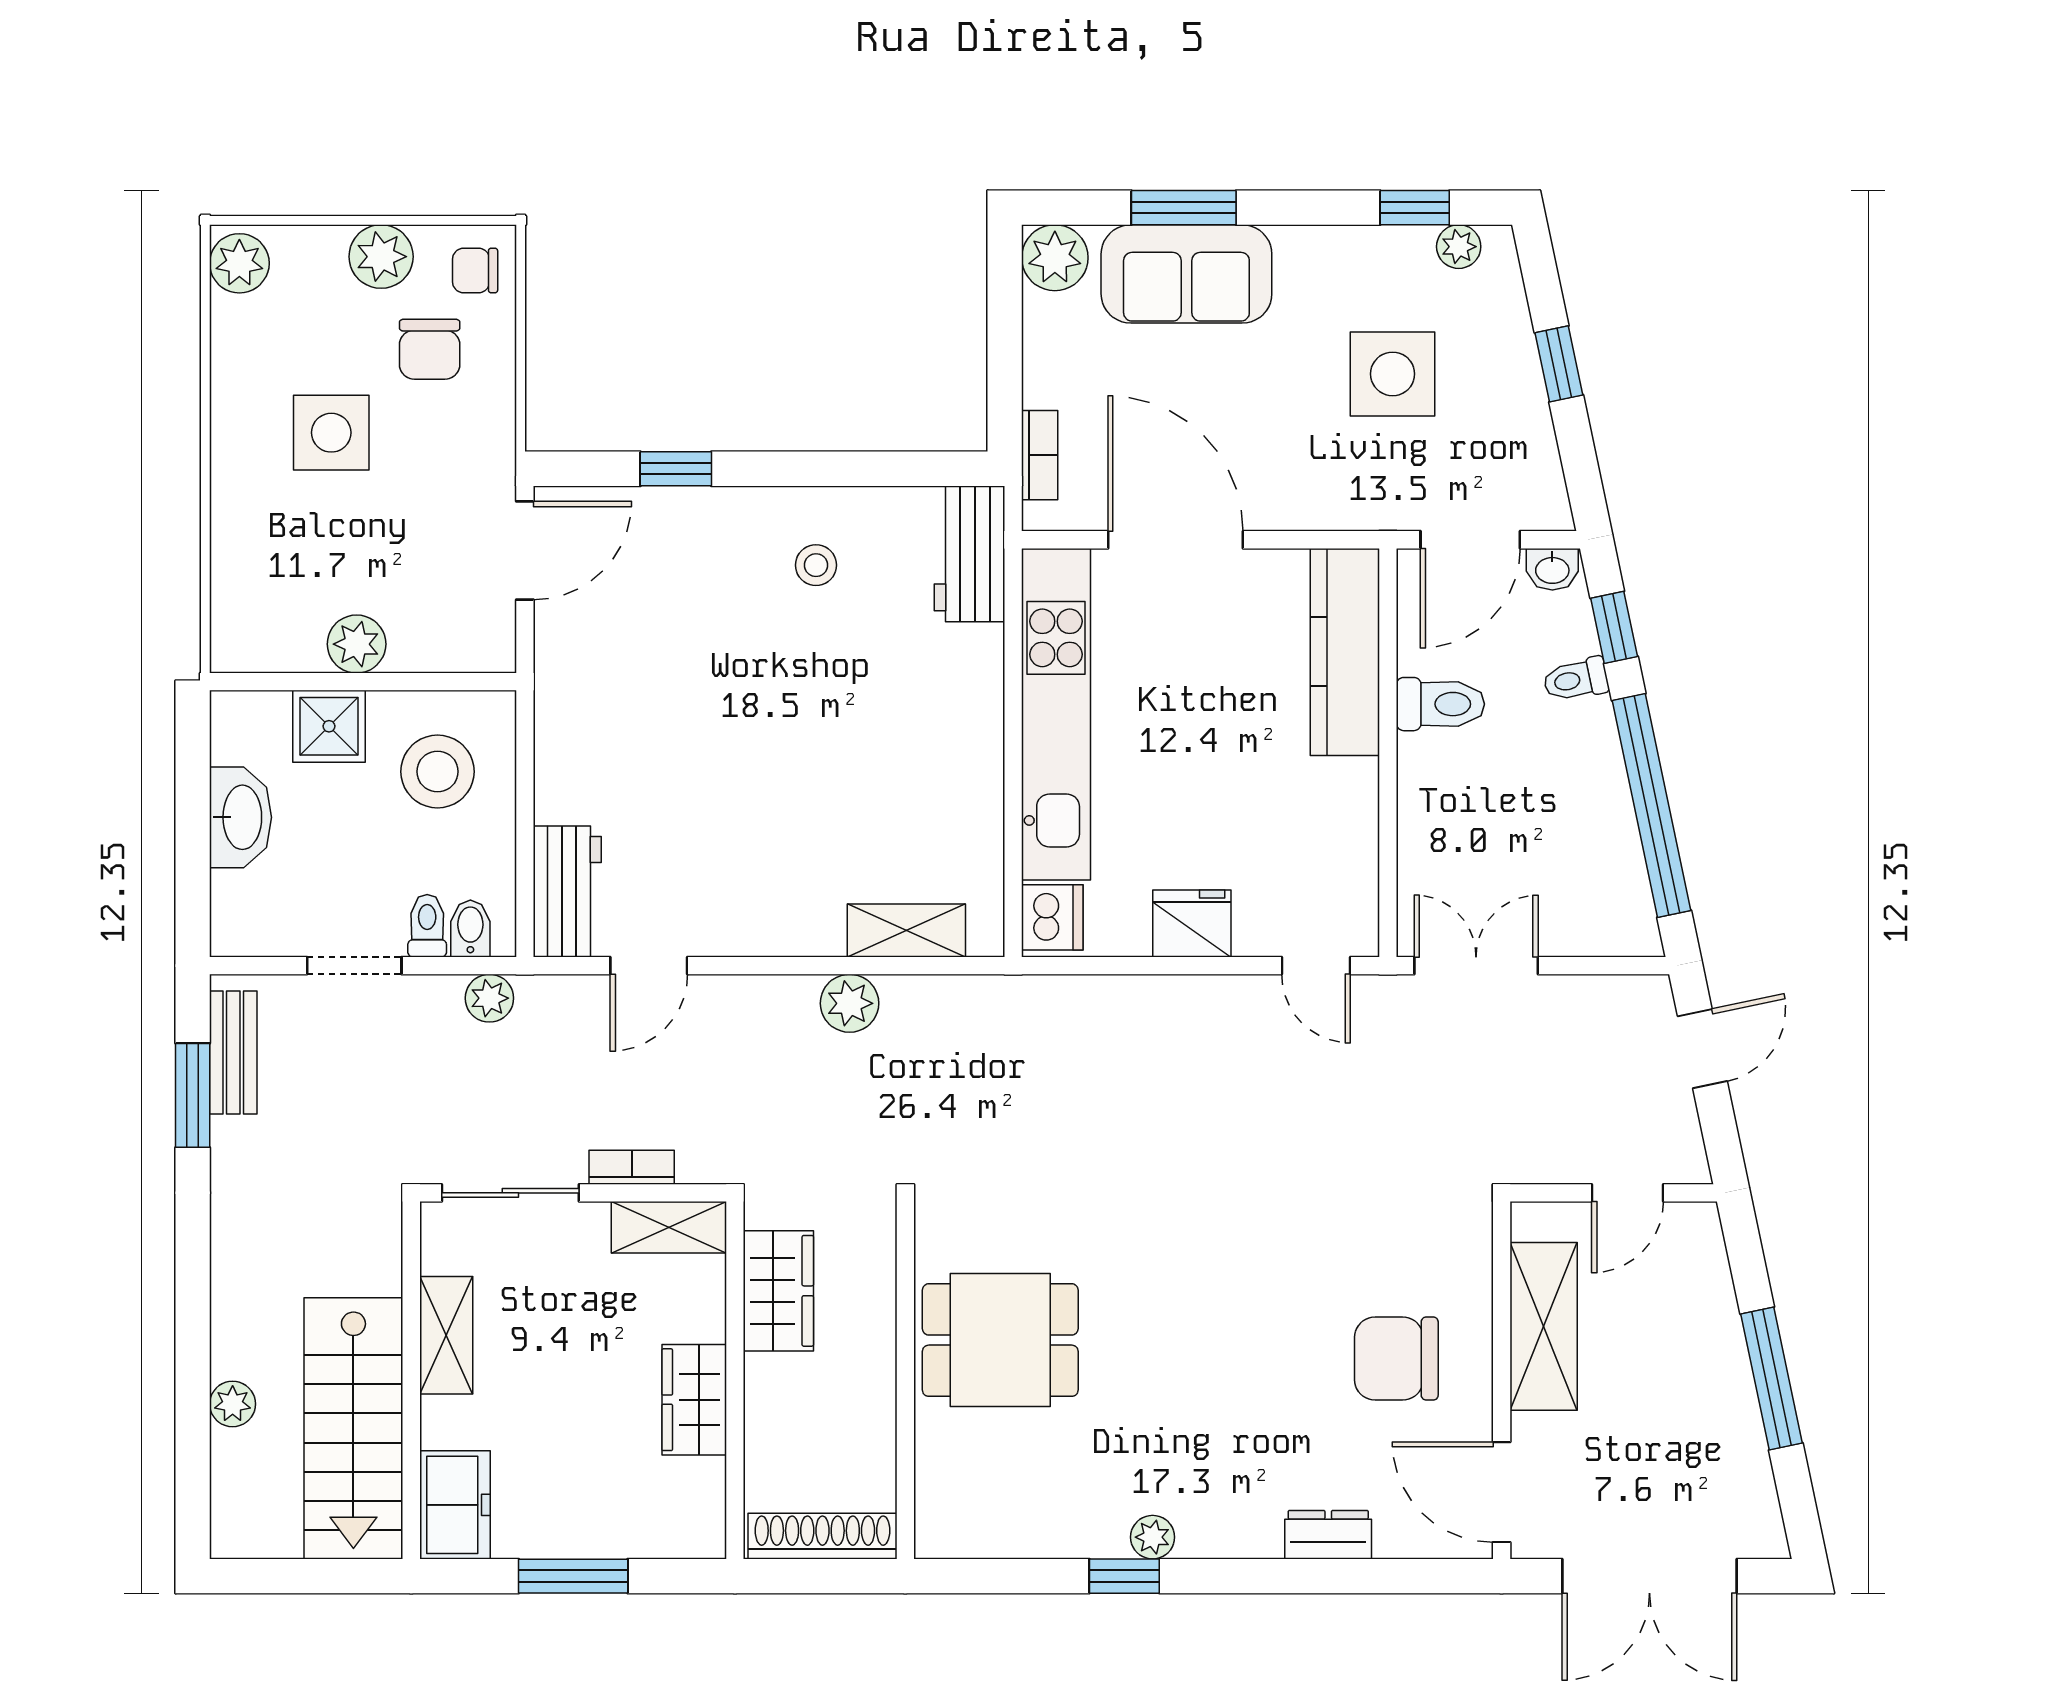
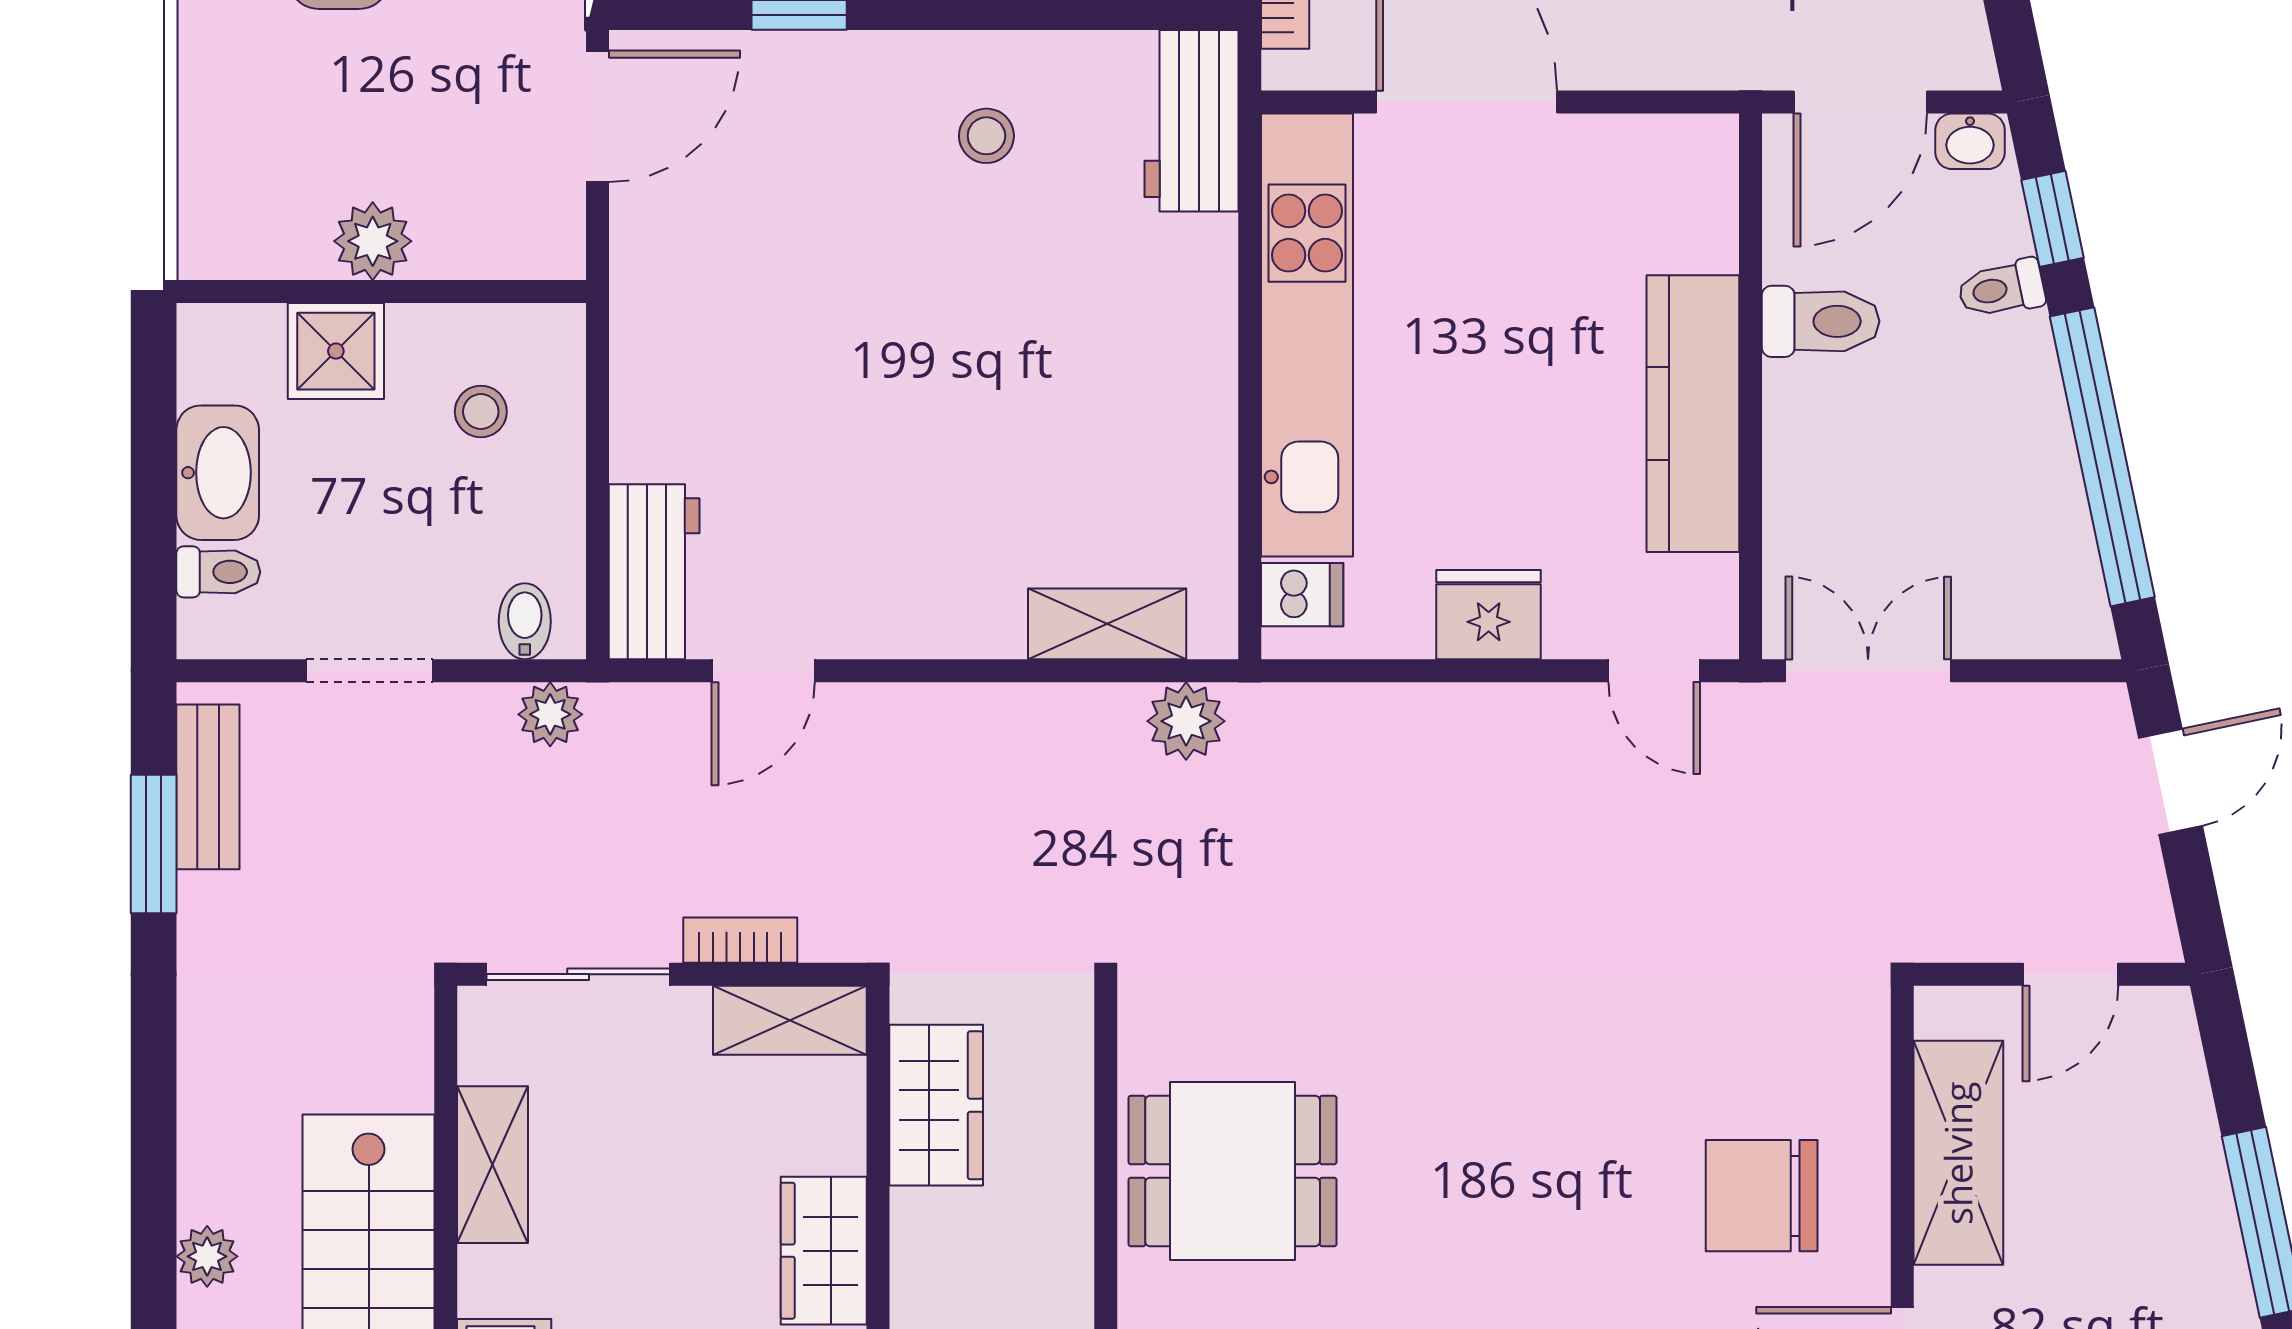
kitchen counter: (1345, 652) -> (1693, 414), moved
stool: (437, 772) -> (481, 412), width x0.53, depth x0.53
dishwasher: (1052, 917) -> (1302, 595), width x0.73
toilet: (427, 926) -> (218, 572), moved, turned 90
plant: (850, 1003) -> (1186, 721), moved

